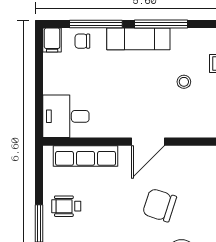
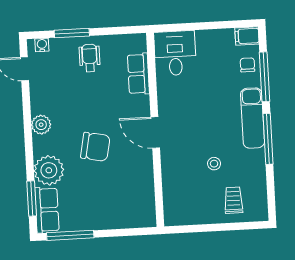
row of seats: (86, 156) -> (138, 74), width x0.68
chair: (160, 205) -> (95, 147), turned 83

